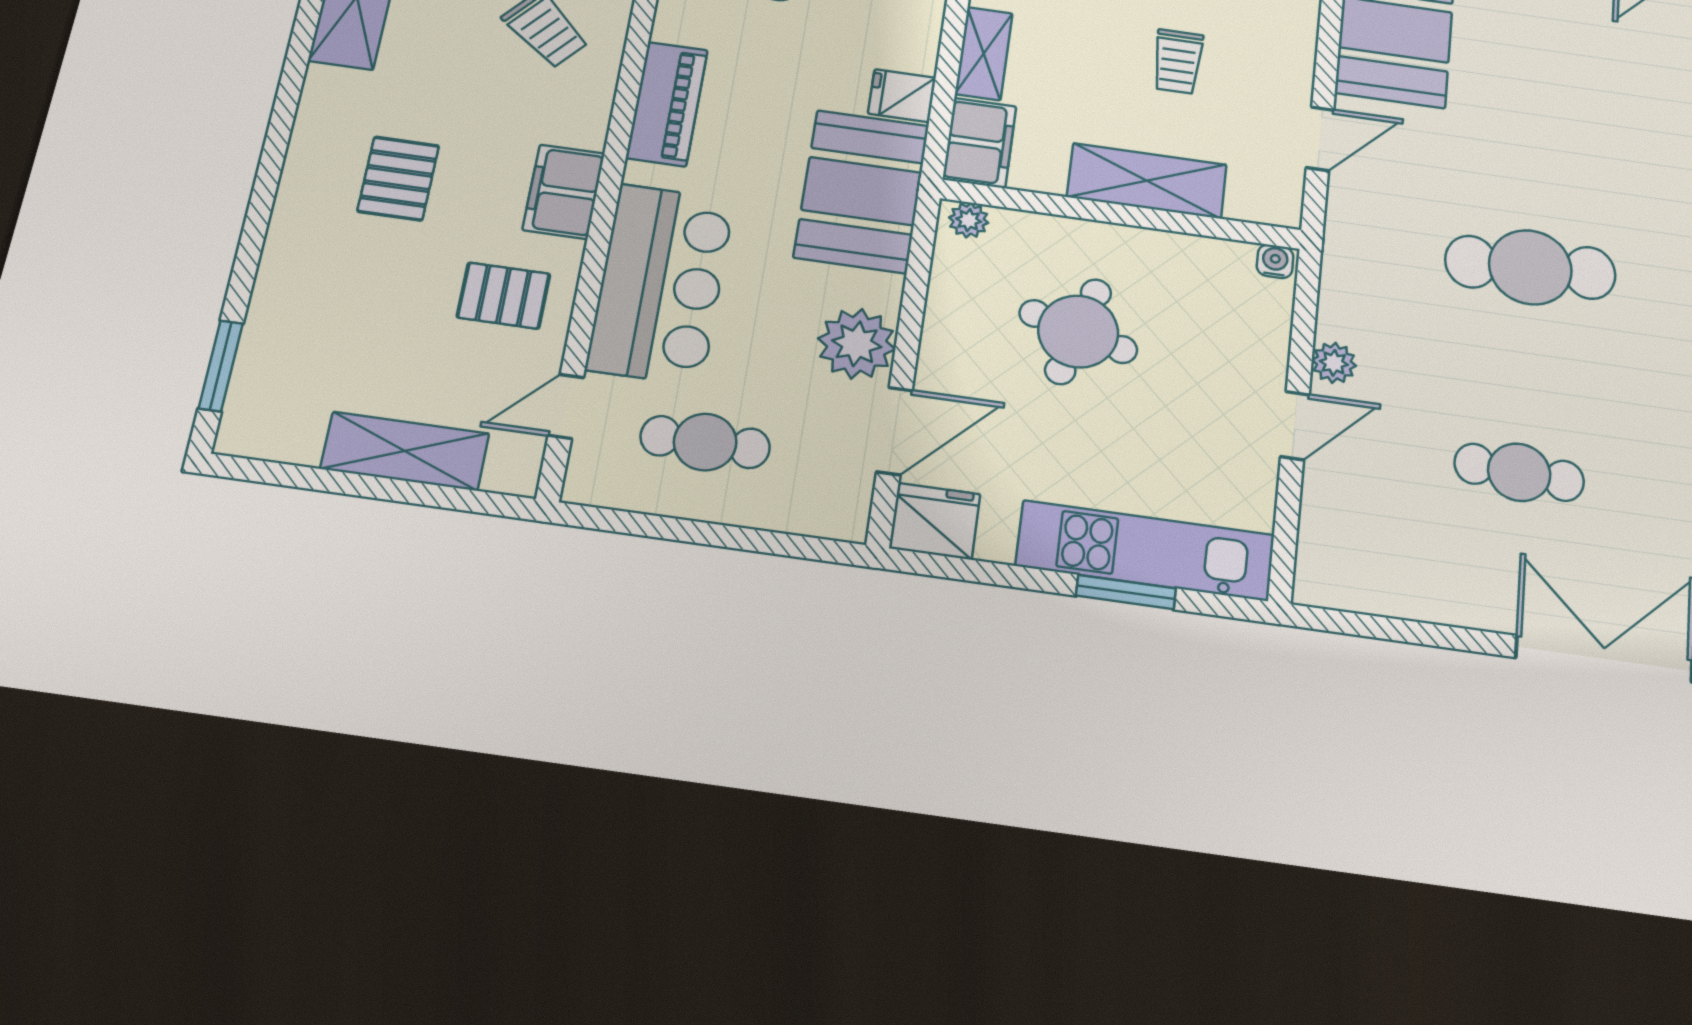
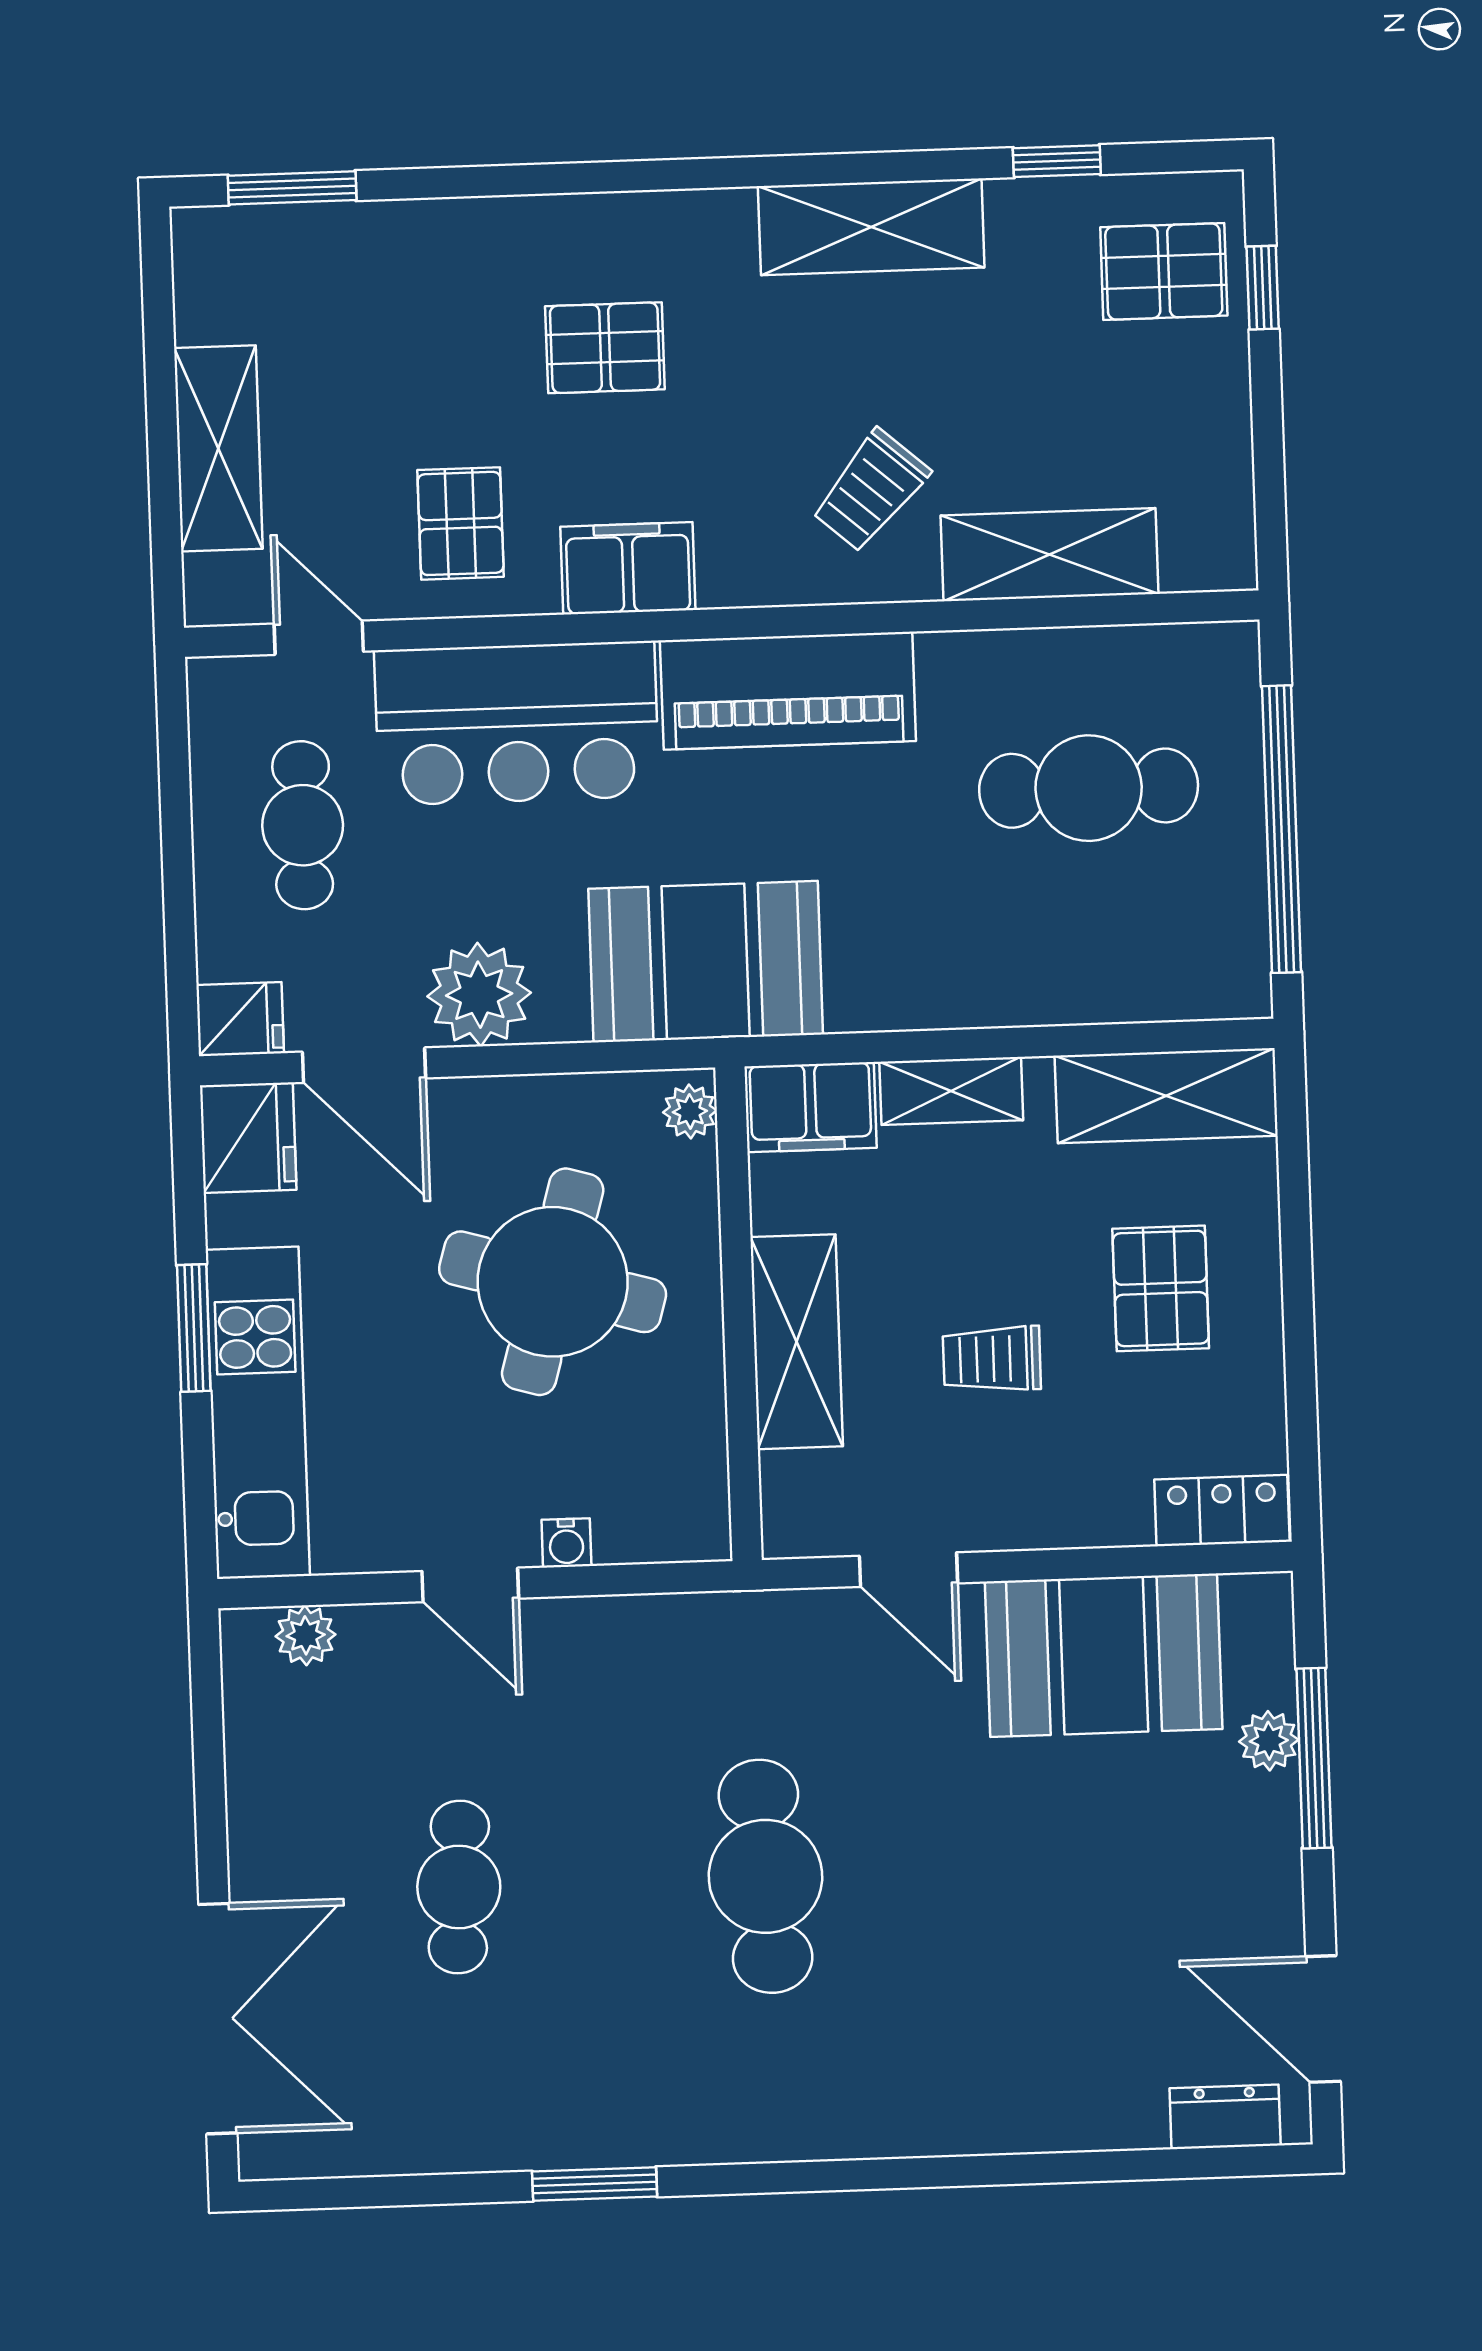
fridge: (902, 96) -> (240, 1019), moved, turned 90
piano: (667, 104) -> (788, 691), width x1.37, depth x1.33
water cooler: (1275, 261) -> (566, 1543), moved, turned 90
round table: (1078, 331) -> (553, 1282), width x1.36, depth x1.36
plant: (1334, 363) -> (306, 1635), moved
window: (1126, 592) -> (194, 1328), moved

